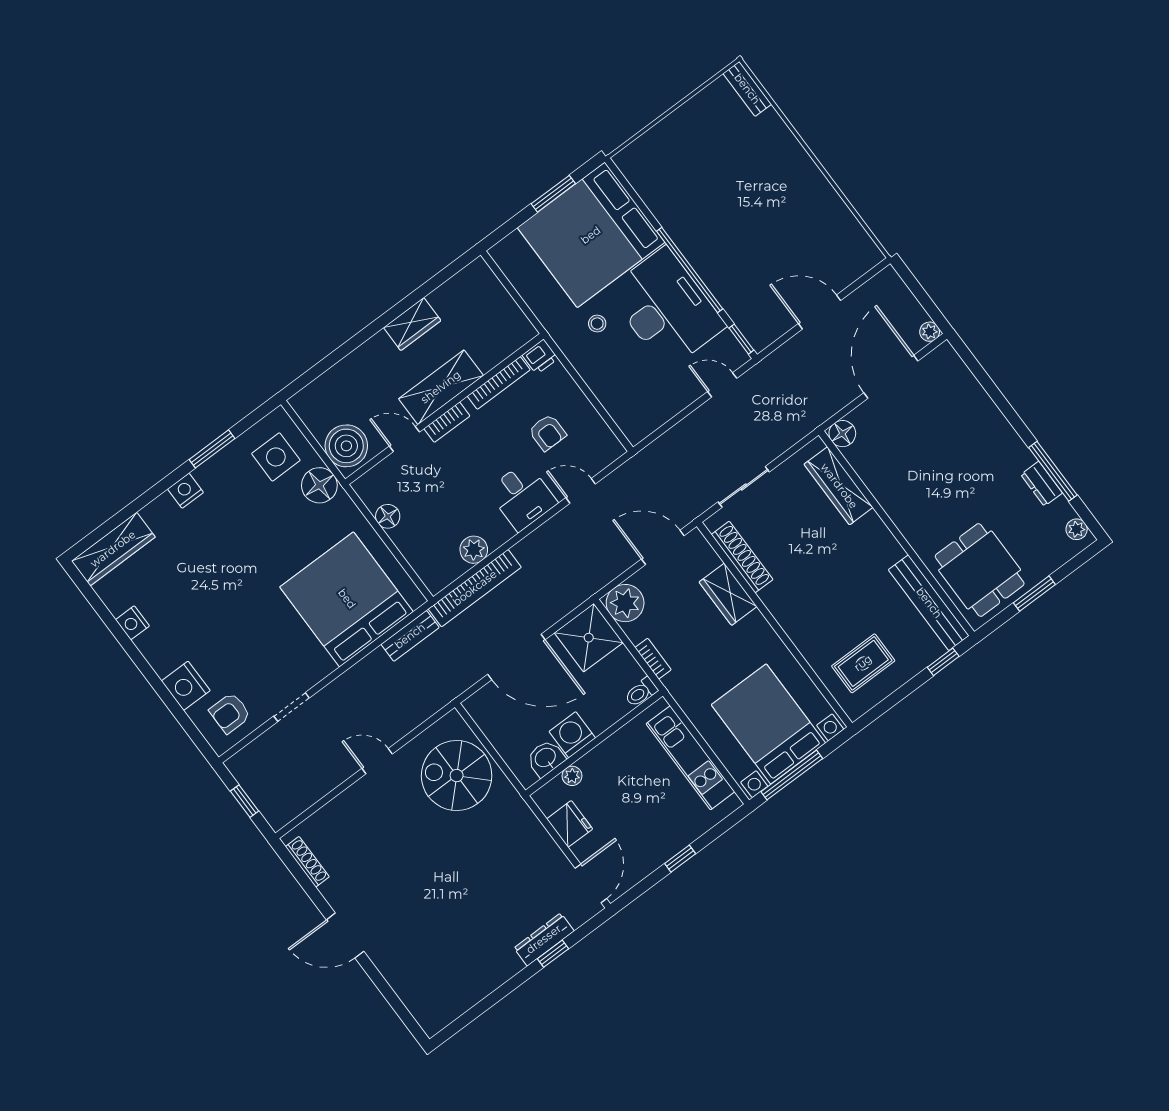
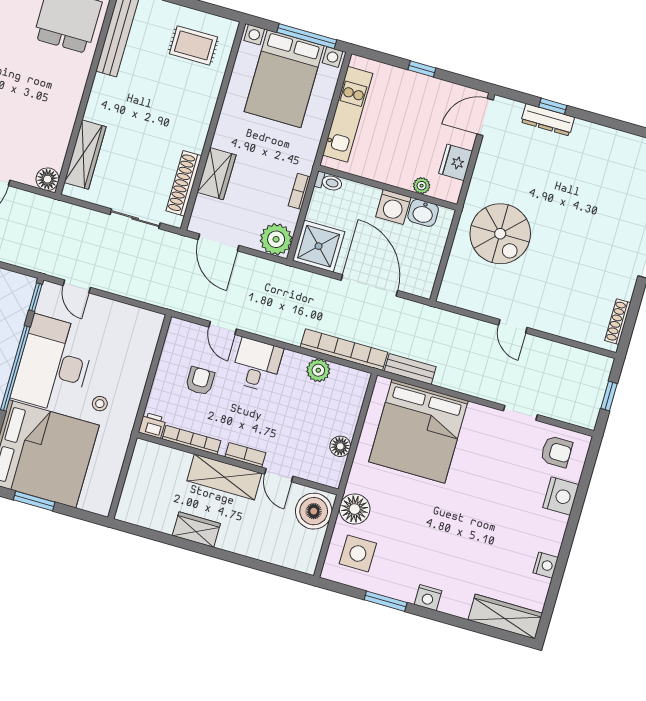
spiral stairs: (457, 776) -> (500, 234), moved

